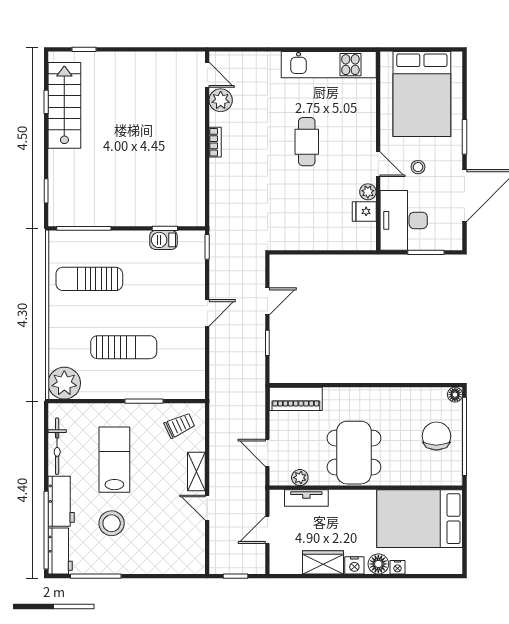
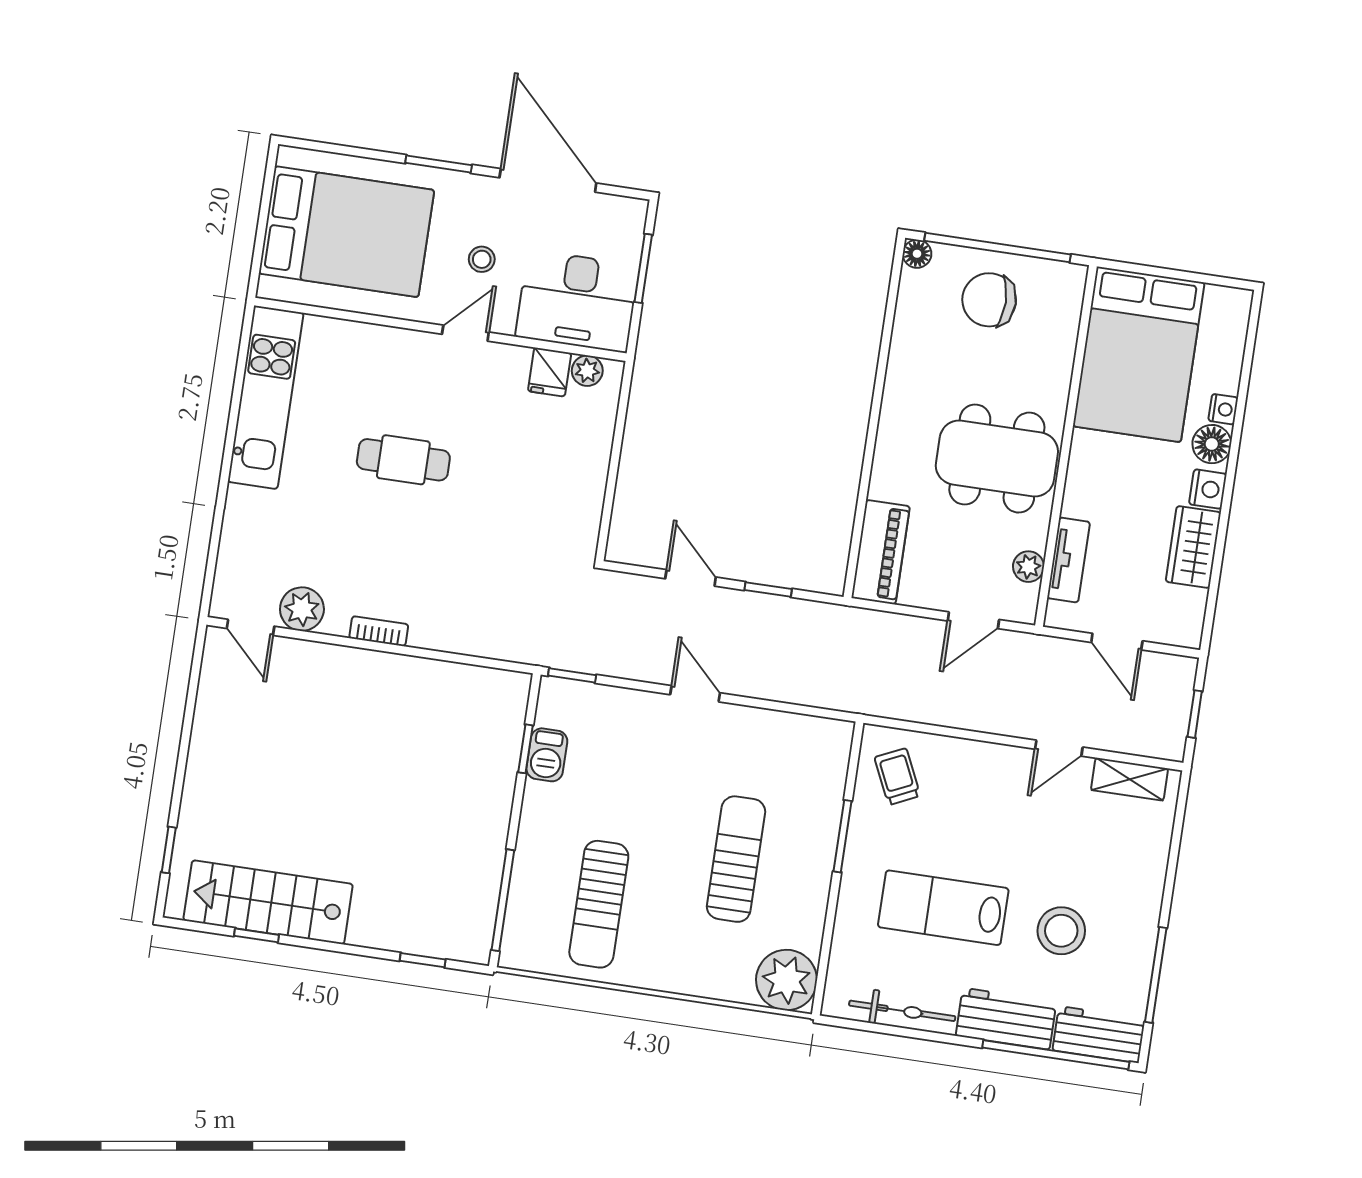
door: (207, 75) -> (250, 627), swing flipped
plant: (368, 192) -> (587, 371), moved
shelving: (196, 471) -> (1129, 779), moved

